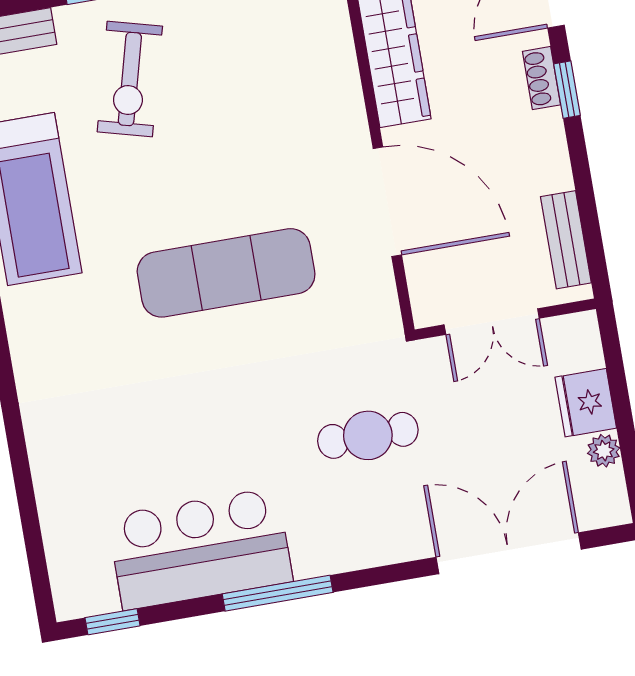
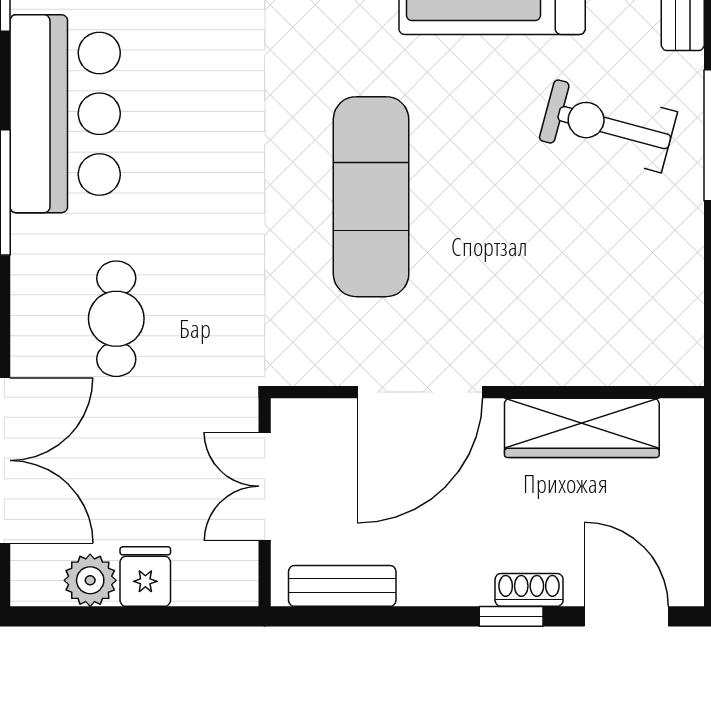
fridge: (586, 403) -> (145, 576), width x0.72
cafe table: (368, 435) -> (116, 319), moved
plant: (604, 451) -> (90, 580), width x1.38, depth x1.38

